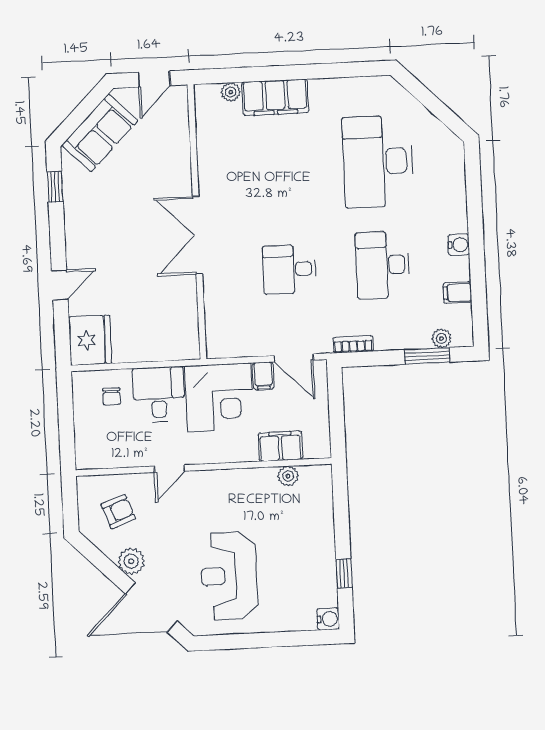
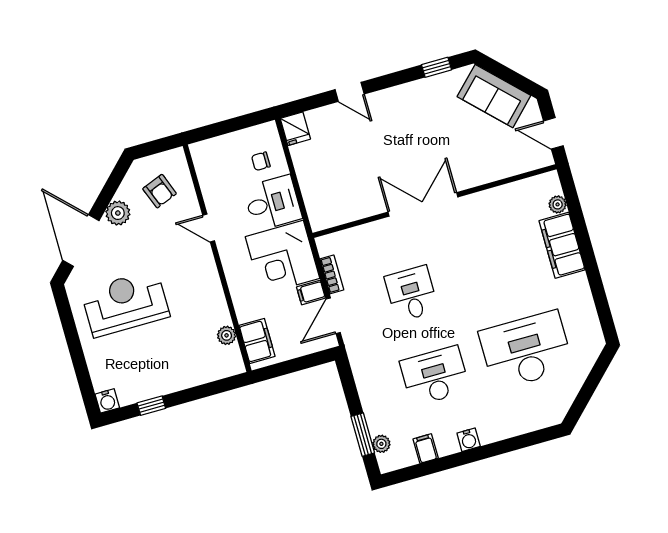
fridge: (90, 340) -> (295, 129), width x0.53, depth x0.75
bookcase: (353, 344) -> (332, 274), moved
filing cabinet: (280, 446) -> (257, 341), moved

